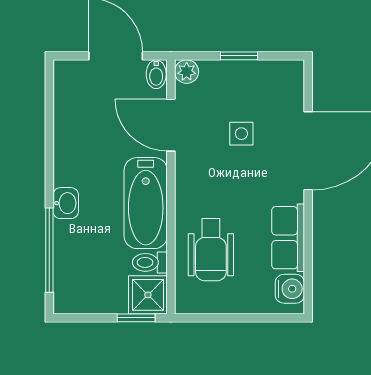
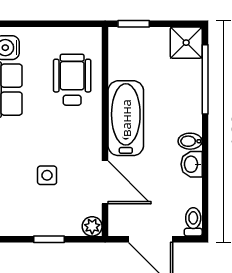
bidet: (156, 74) -> (190, 141), moved, turned -90
washbasin: (66, 203) -> (192, 164), moved
toilet: (150, 262) -> (193, 222), moved, turned -90
shower: (148, 295) -> (186, 43), moved

